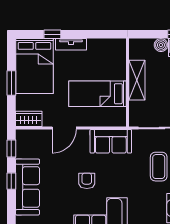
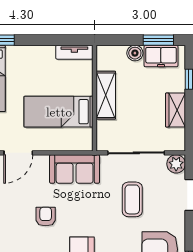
tv unit: (71, 44) -> (74, 52), moved

